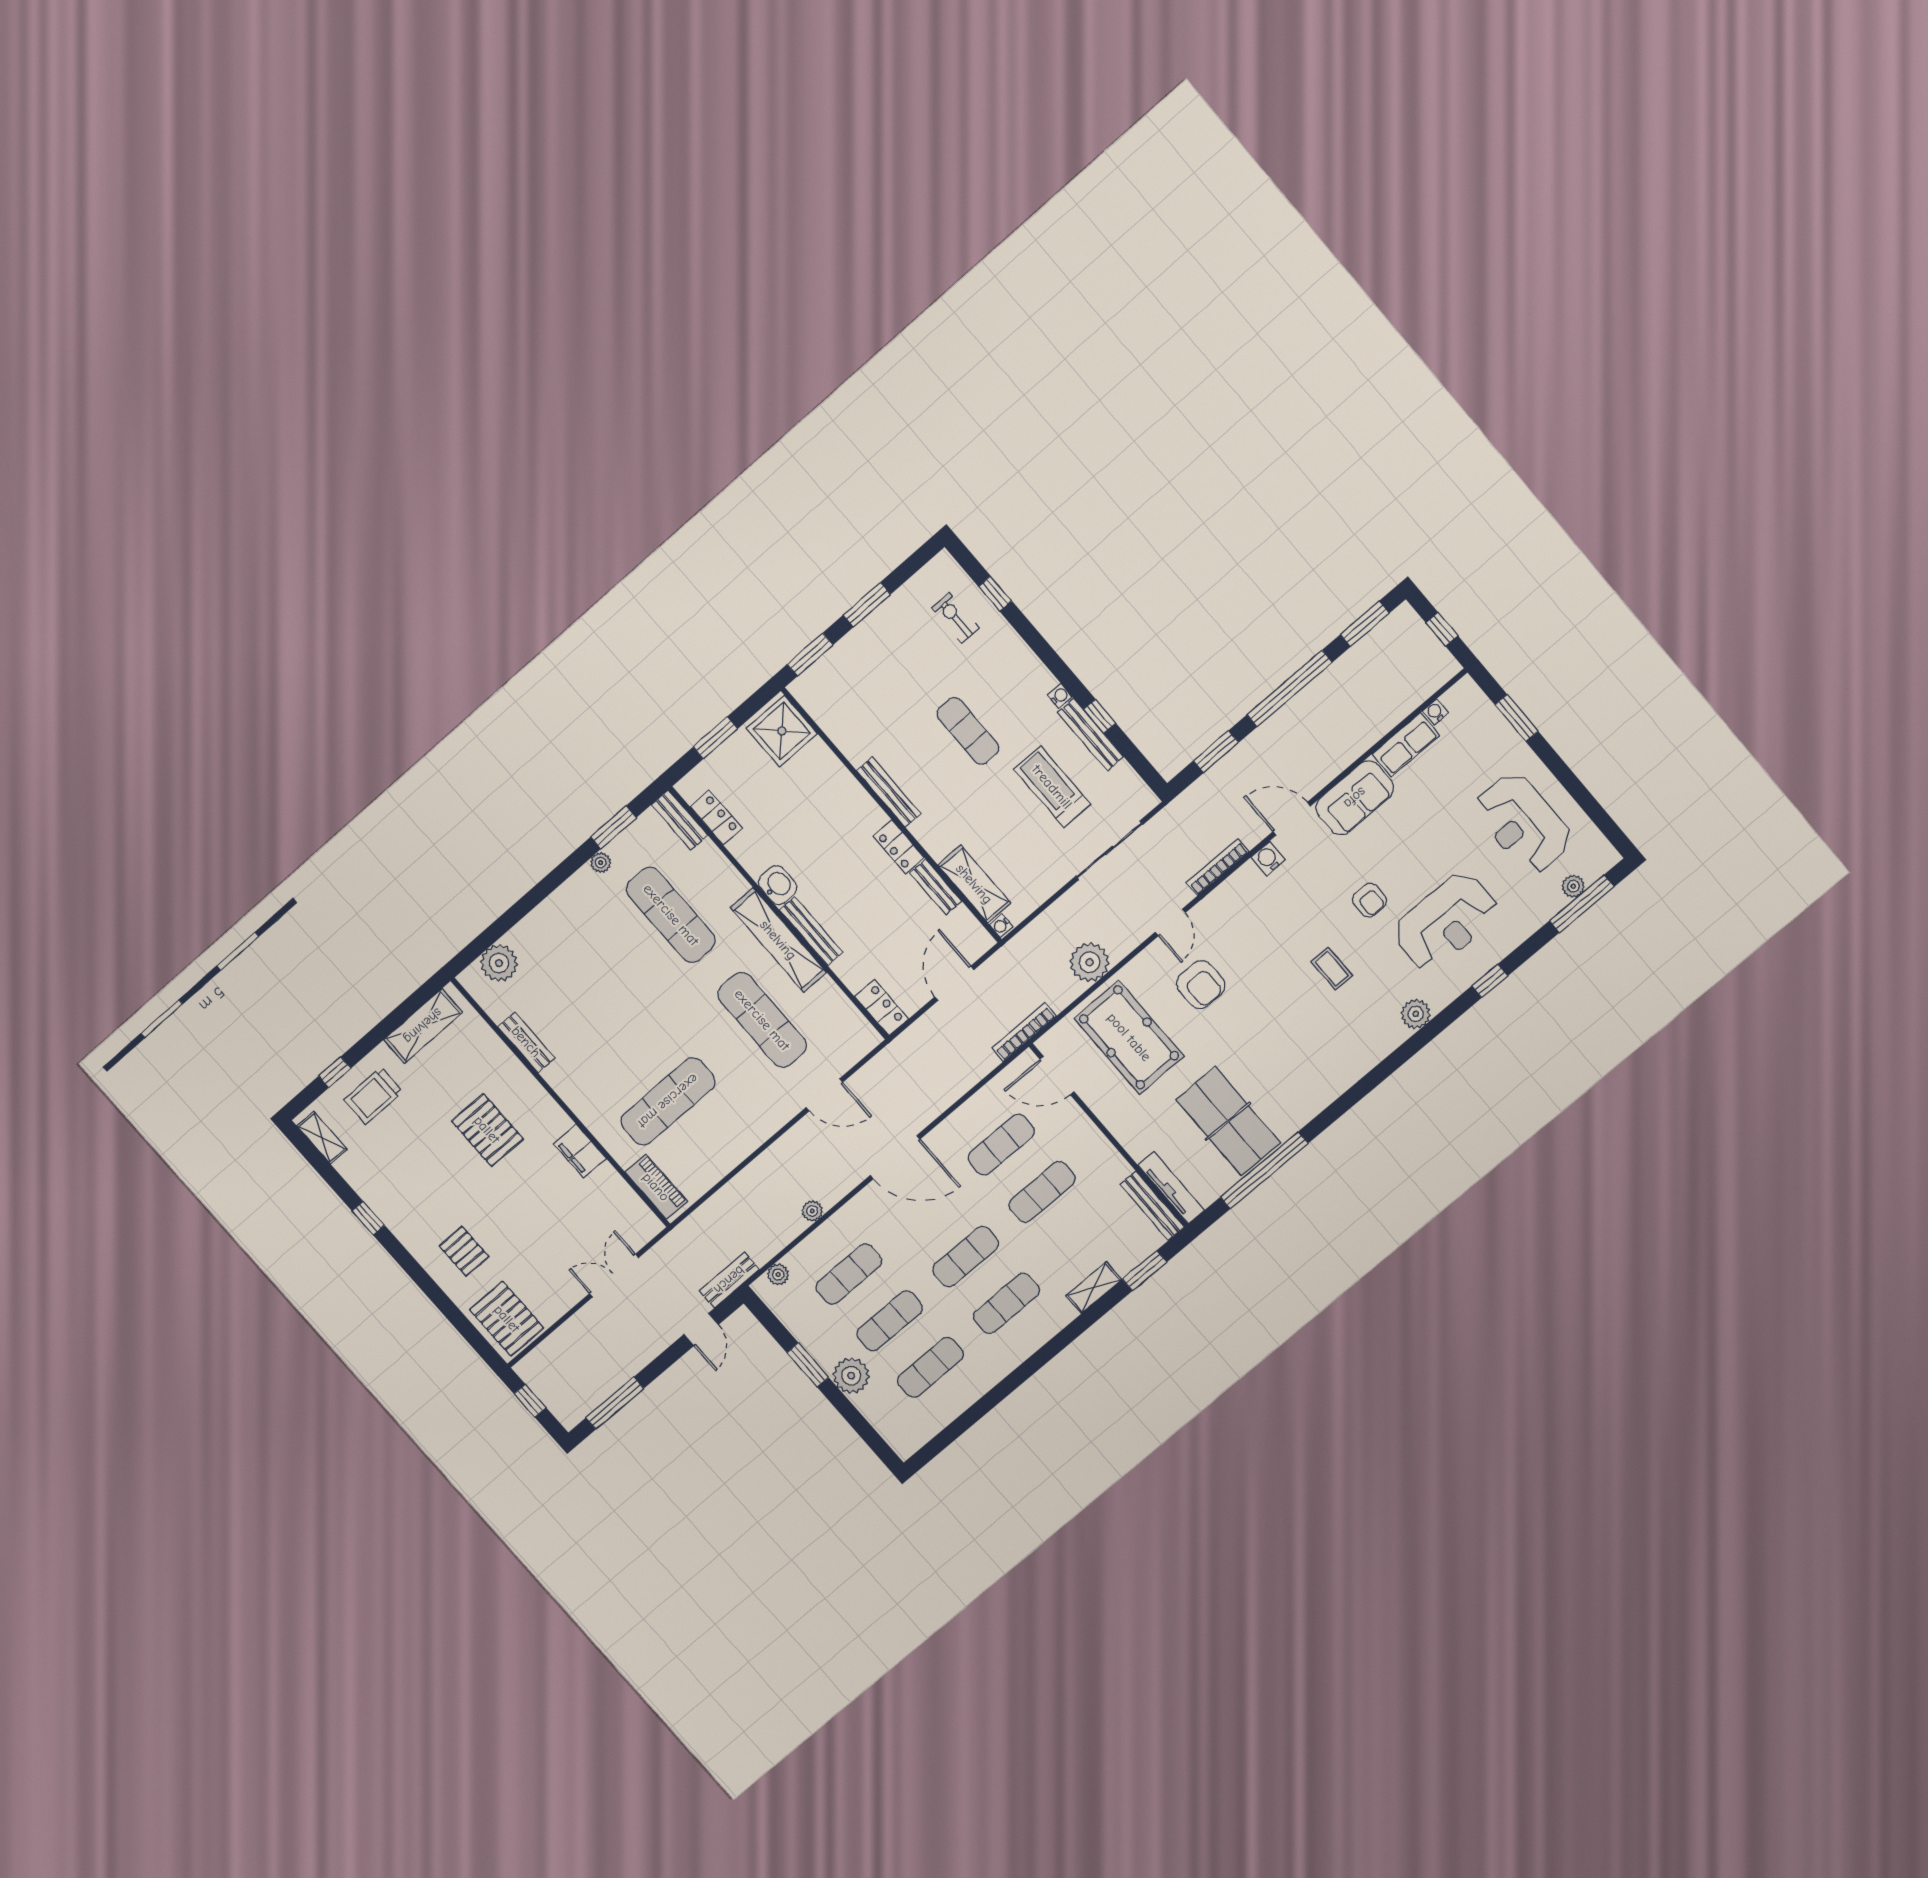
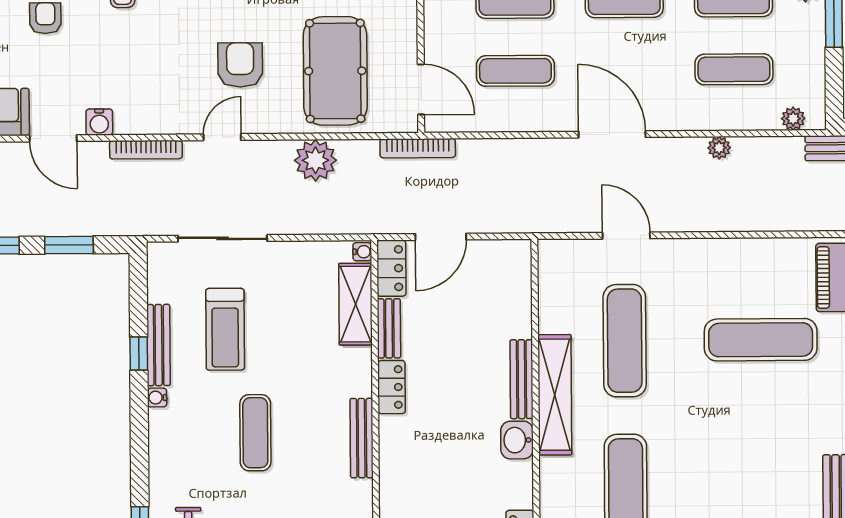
locker: (882, 1008) -> (391, 268), moved, turned 180

